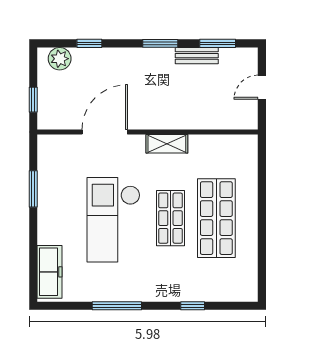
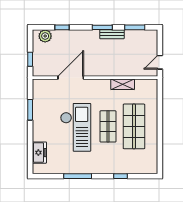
bench: (197, 56) -> (112, 34), moved
door: (262, 87) -> (160, 62), moved
shelving: (167, 144) -> (123, 84), moved
checkout: (113, 220) -> (76, 127), turned 180
freezer: (49, 272) -> (39, 153), width x0.71

